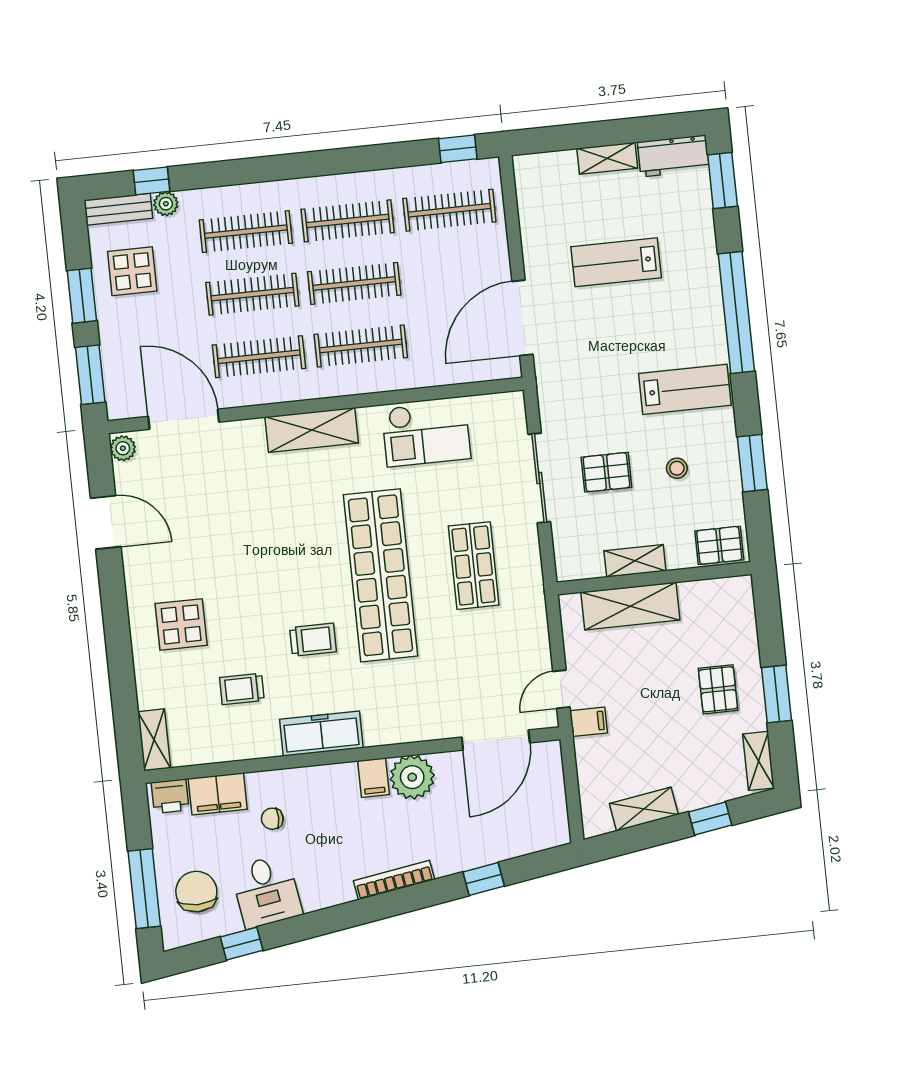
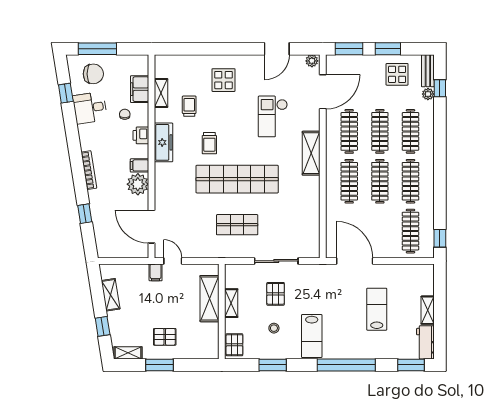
checkout: (426, 434) -> (273, 116), moved
shelving: (154, 740) -> (161, 93), moved, turned 90
printer: (170, 796) -> (141, 135), moved

